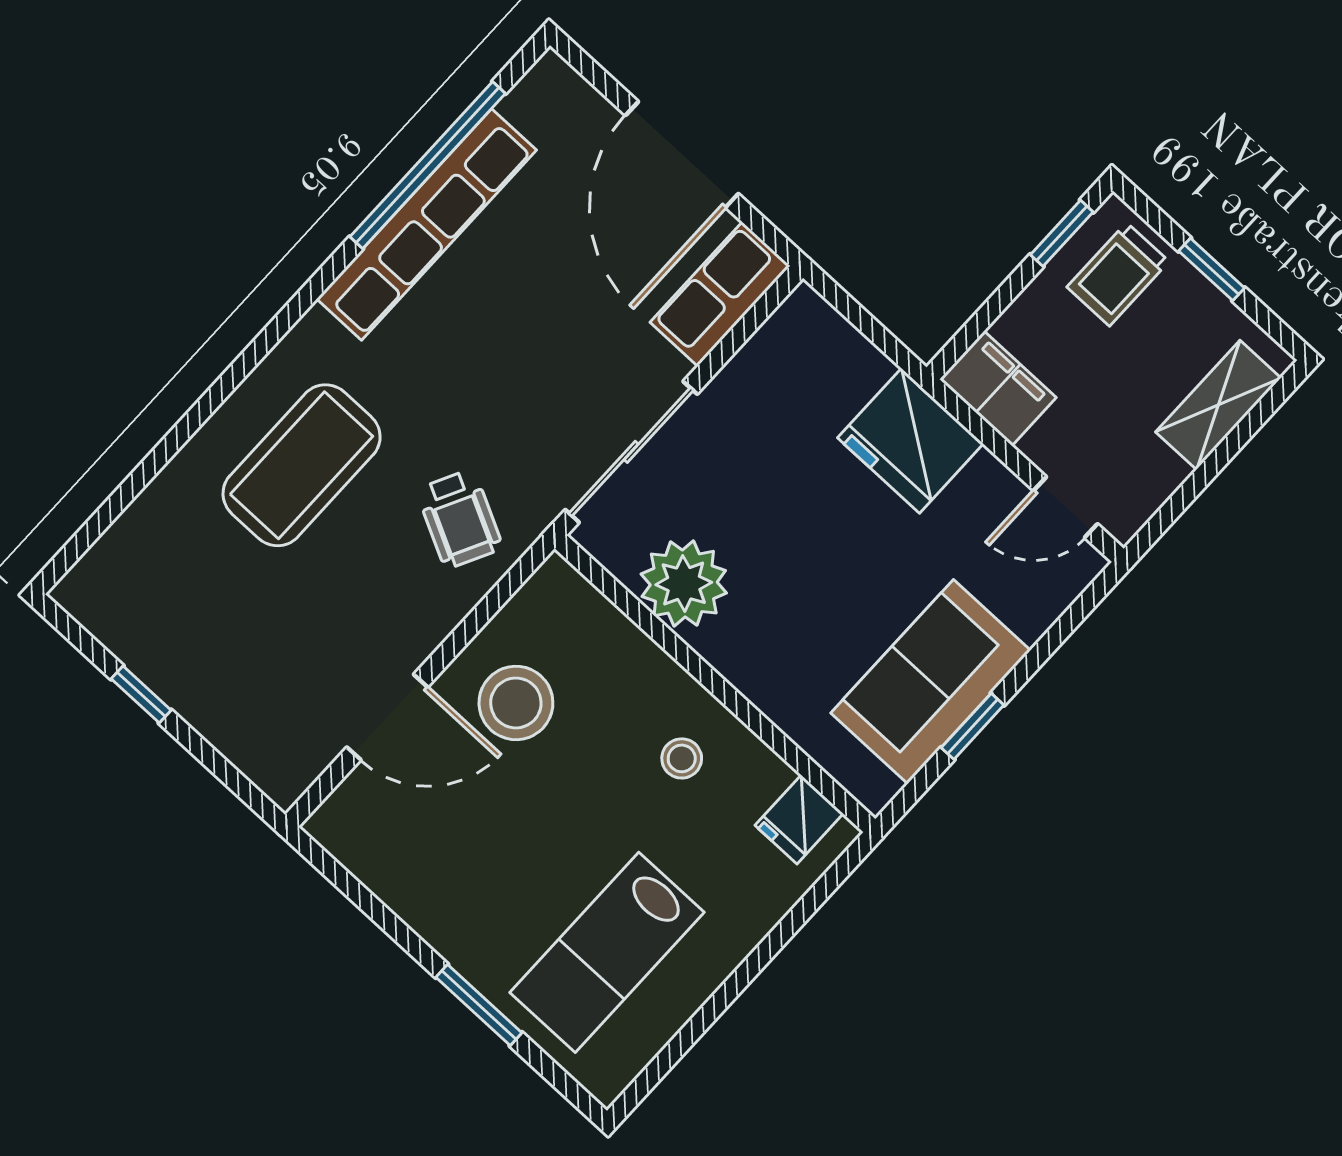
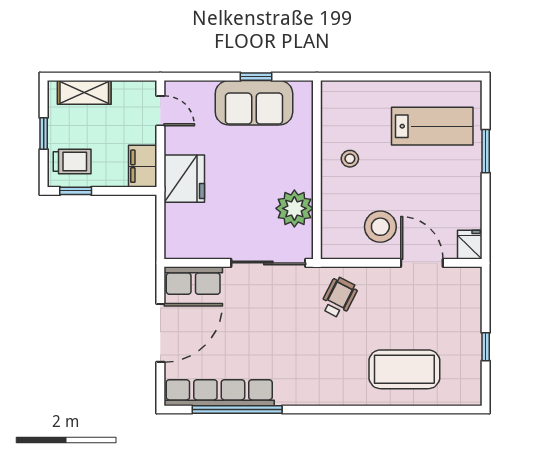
row of seats: (427, 225) -> (219, 393), moved
coffee table: (302, 465) -> (404, 369), moved
fridge: (799, 819) -> (470, 245), moved, turned -90

